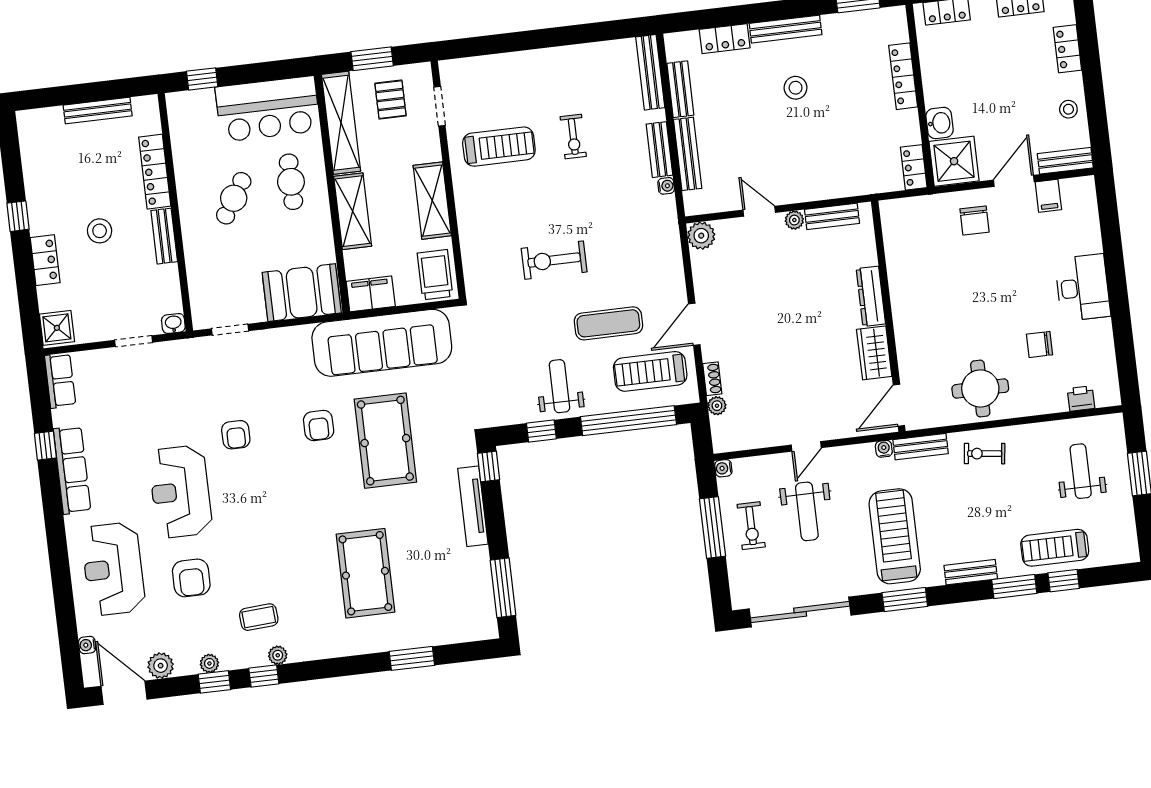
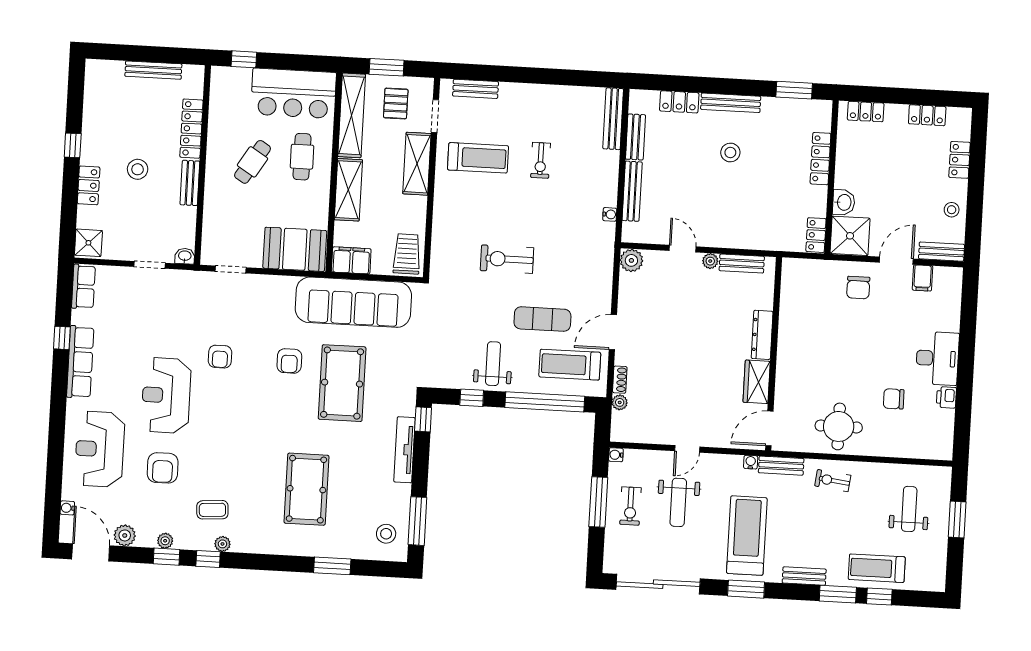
bench: (659, 150) -> (476, 89), moved, turned 90
shelving: (432, 201) -> (417, 164), moved
printer: (1081, 399) -> (946, 397), moved, turned -90
stool: (469, 609) -> (386, 534), added

